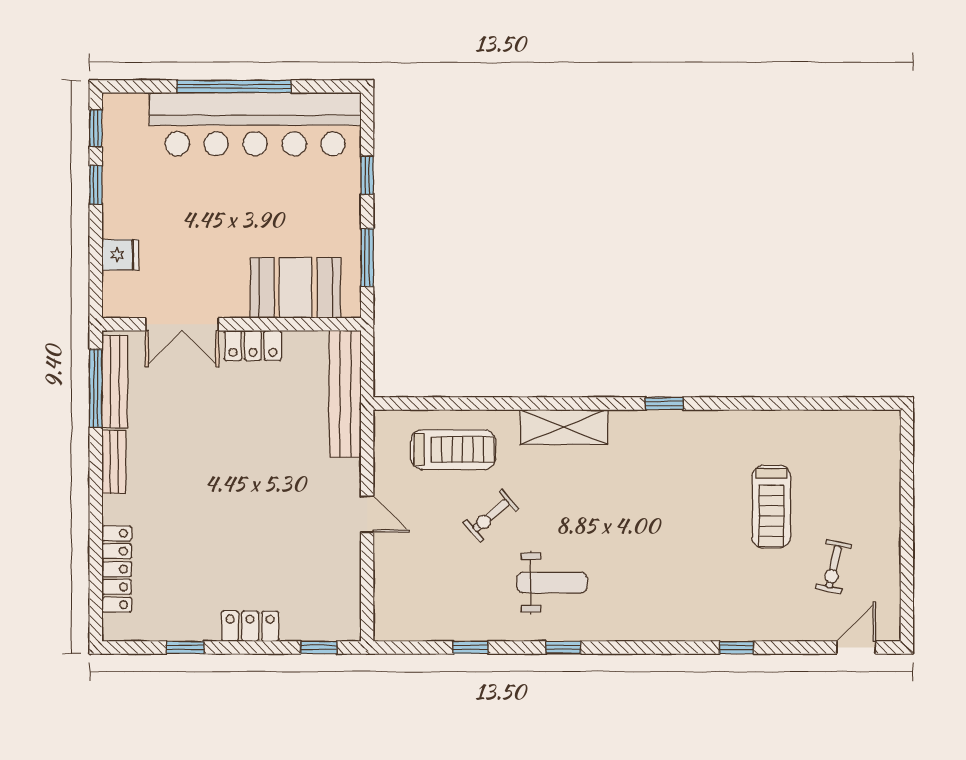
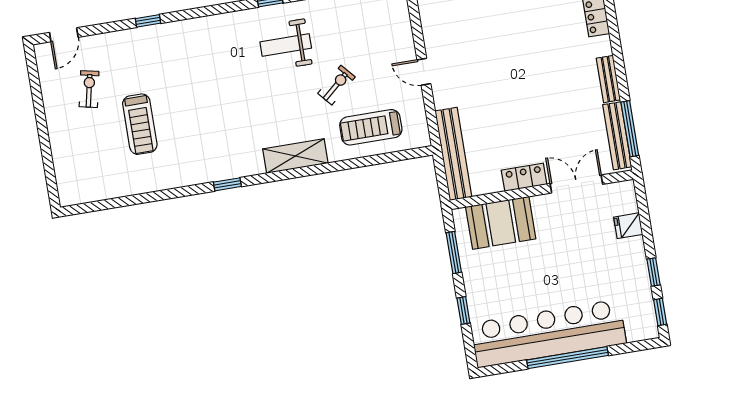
treadmill: (771, 507) -> (140, 124), turned 180

